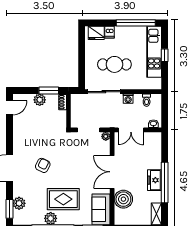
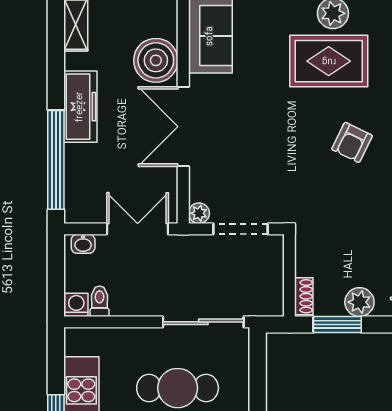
washing machine: (128, 99) -> (76, 305), moved
double door: (112, 172) -> (183, 127), swing flipped
freezer: (154, 180) -> (80, 107), width x1.40
window: (165, 182) -> (56, 160), moved
rug: (63, 199) -> (329, 61), moved

